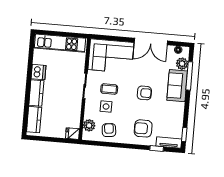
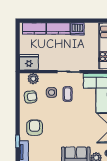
armchair: (144, 93) -> (67, 126), removed
fridge: (72, 134) -> (29, 62), width x1.88, depth x1.34

